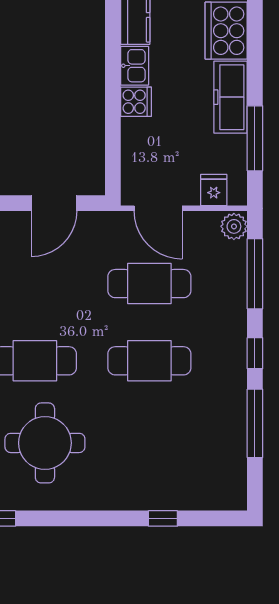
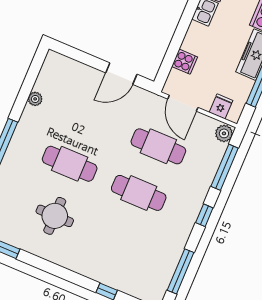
cooker: (136, 102) -> (185, 62), moved
window: (255, 423) -> (181, 271), moved
round table: (45, 443) -> (55, 216), width x0.73, depth x0.73

